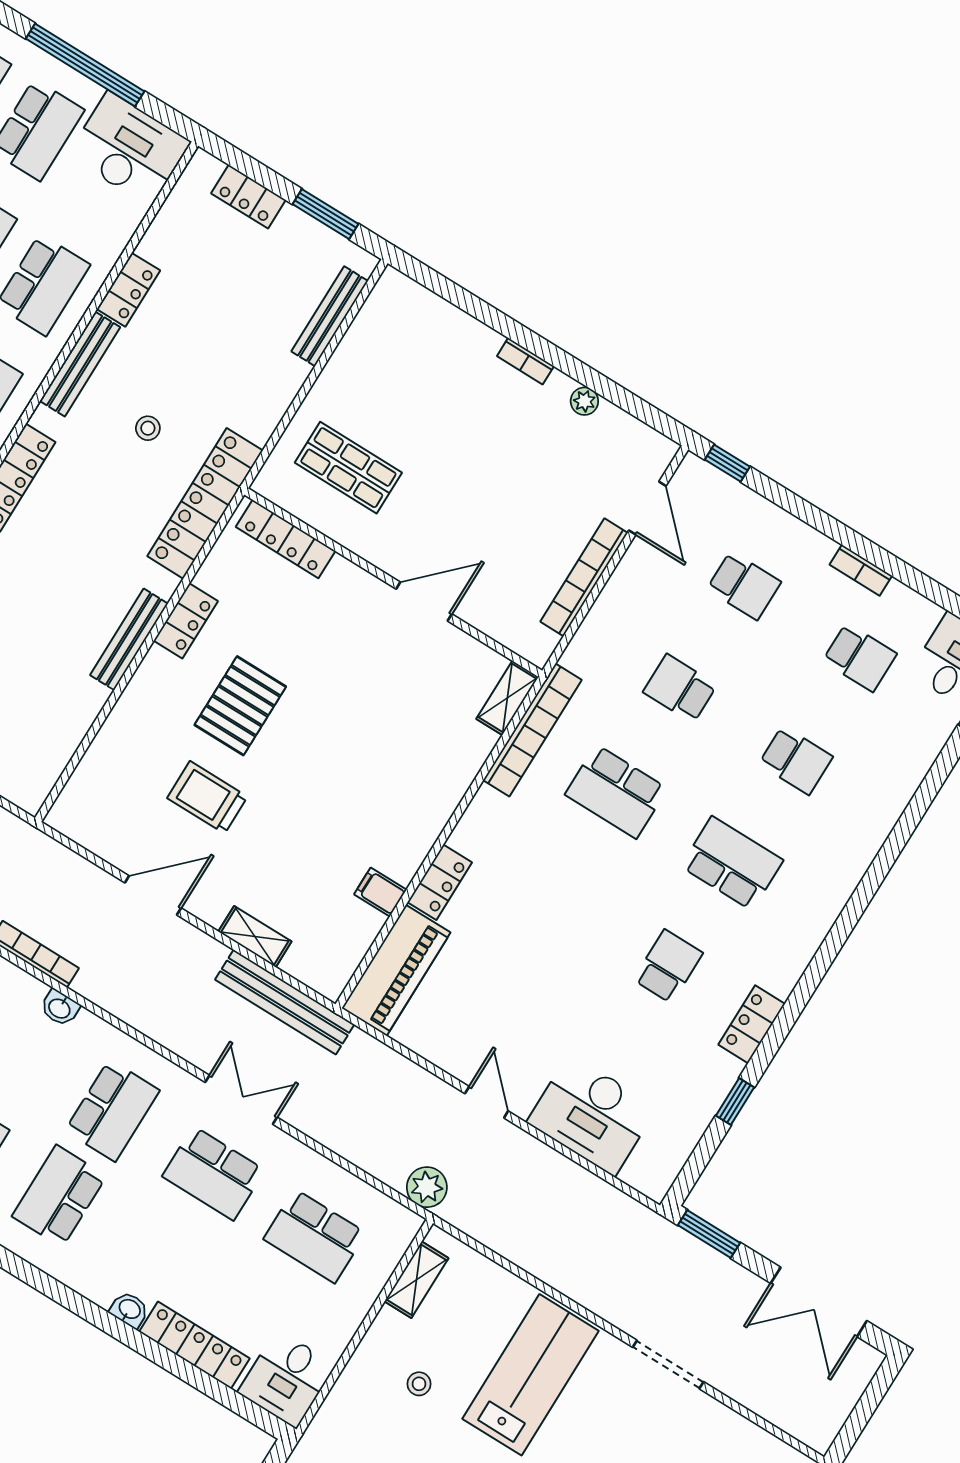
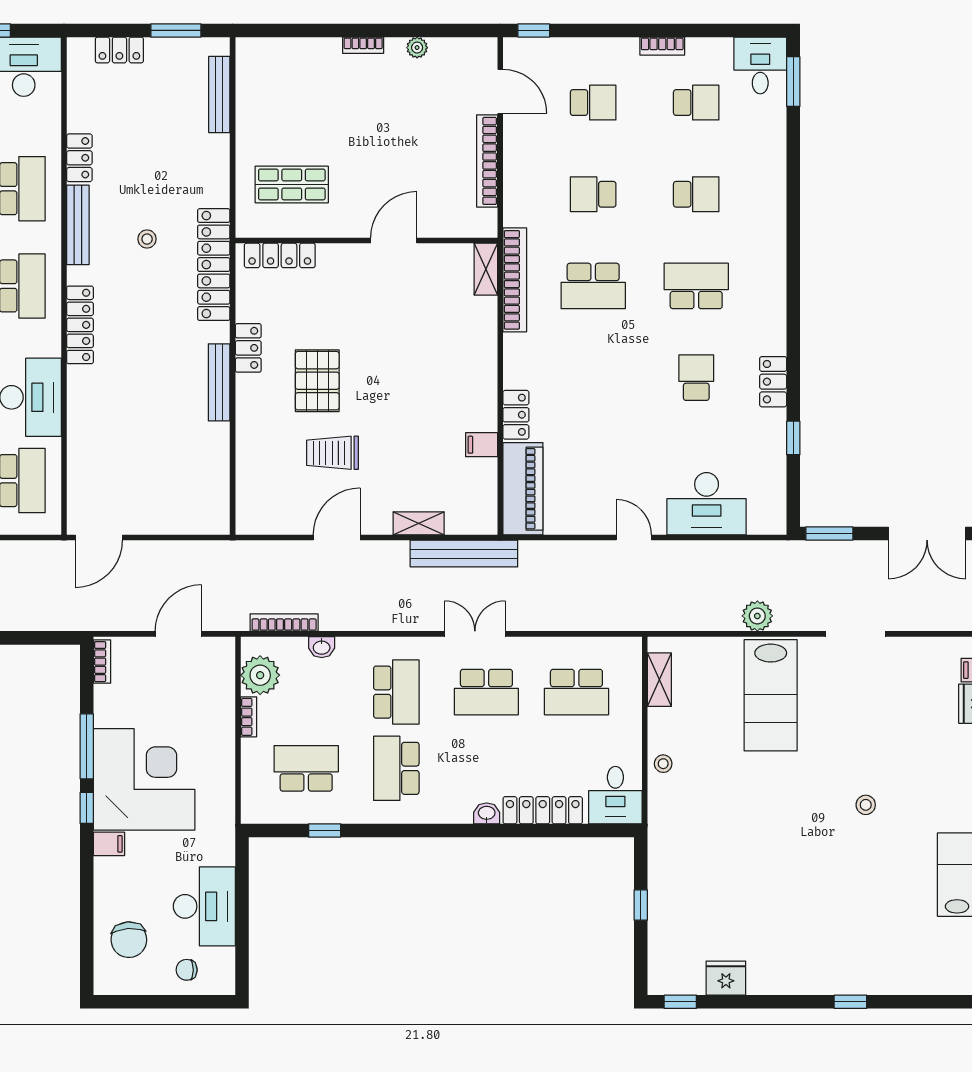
plant: (427, 1187) -> (757, 616), moved
lab bench: (531, 1375) -> (771, 695), turned 180
stool: (419, 1384) -> (663, 764), moved

